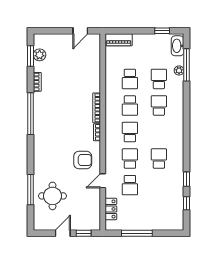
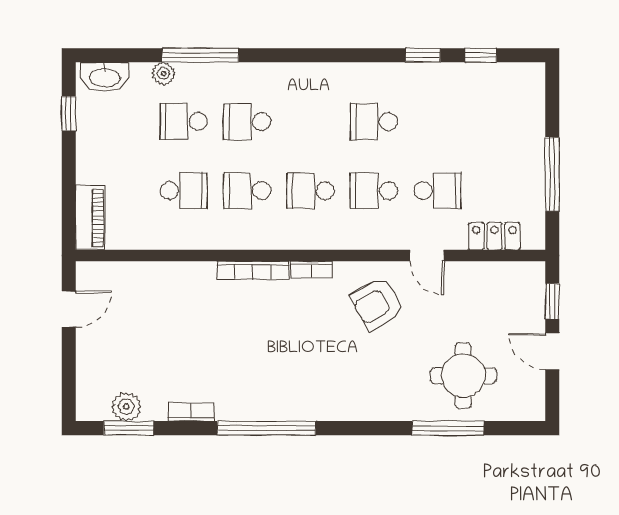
door: (80, 31) -> (69, 309), hinge flipped
window: (187, 65) -> (200, 55), moved
school desk: (130, 105) -> (247, 191), turned 180
armchair: (83, 160) -> (377, 303), turned -120

